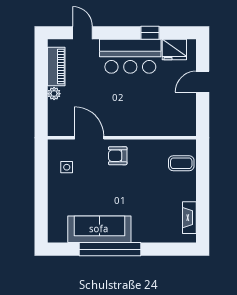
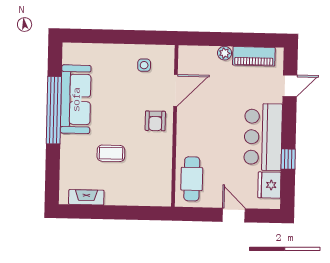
cafe table: (170, 121) -> (192, 179), added
armchair: (118, 156) -> (155, 121), turned 180
coffee table: (181, 163) -> (111, 153), moved, turned 90

